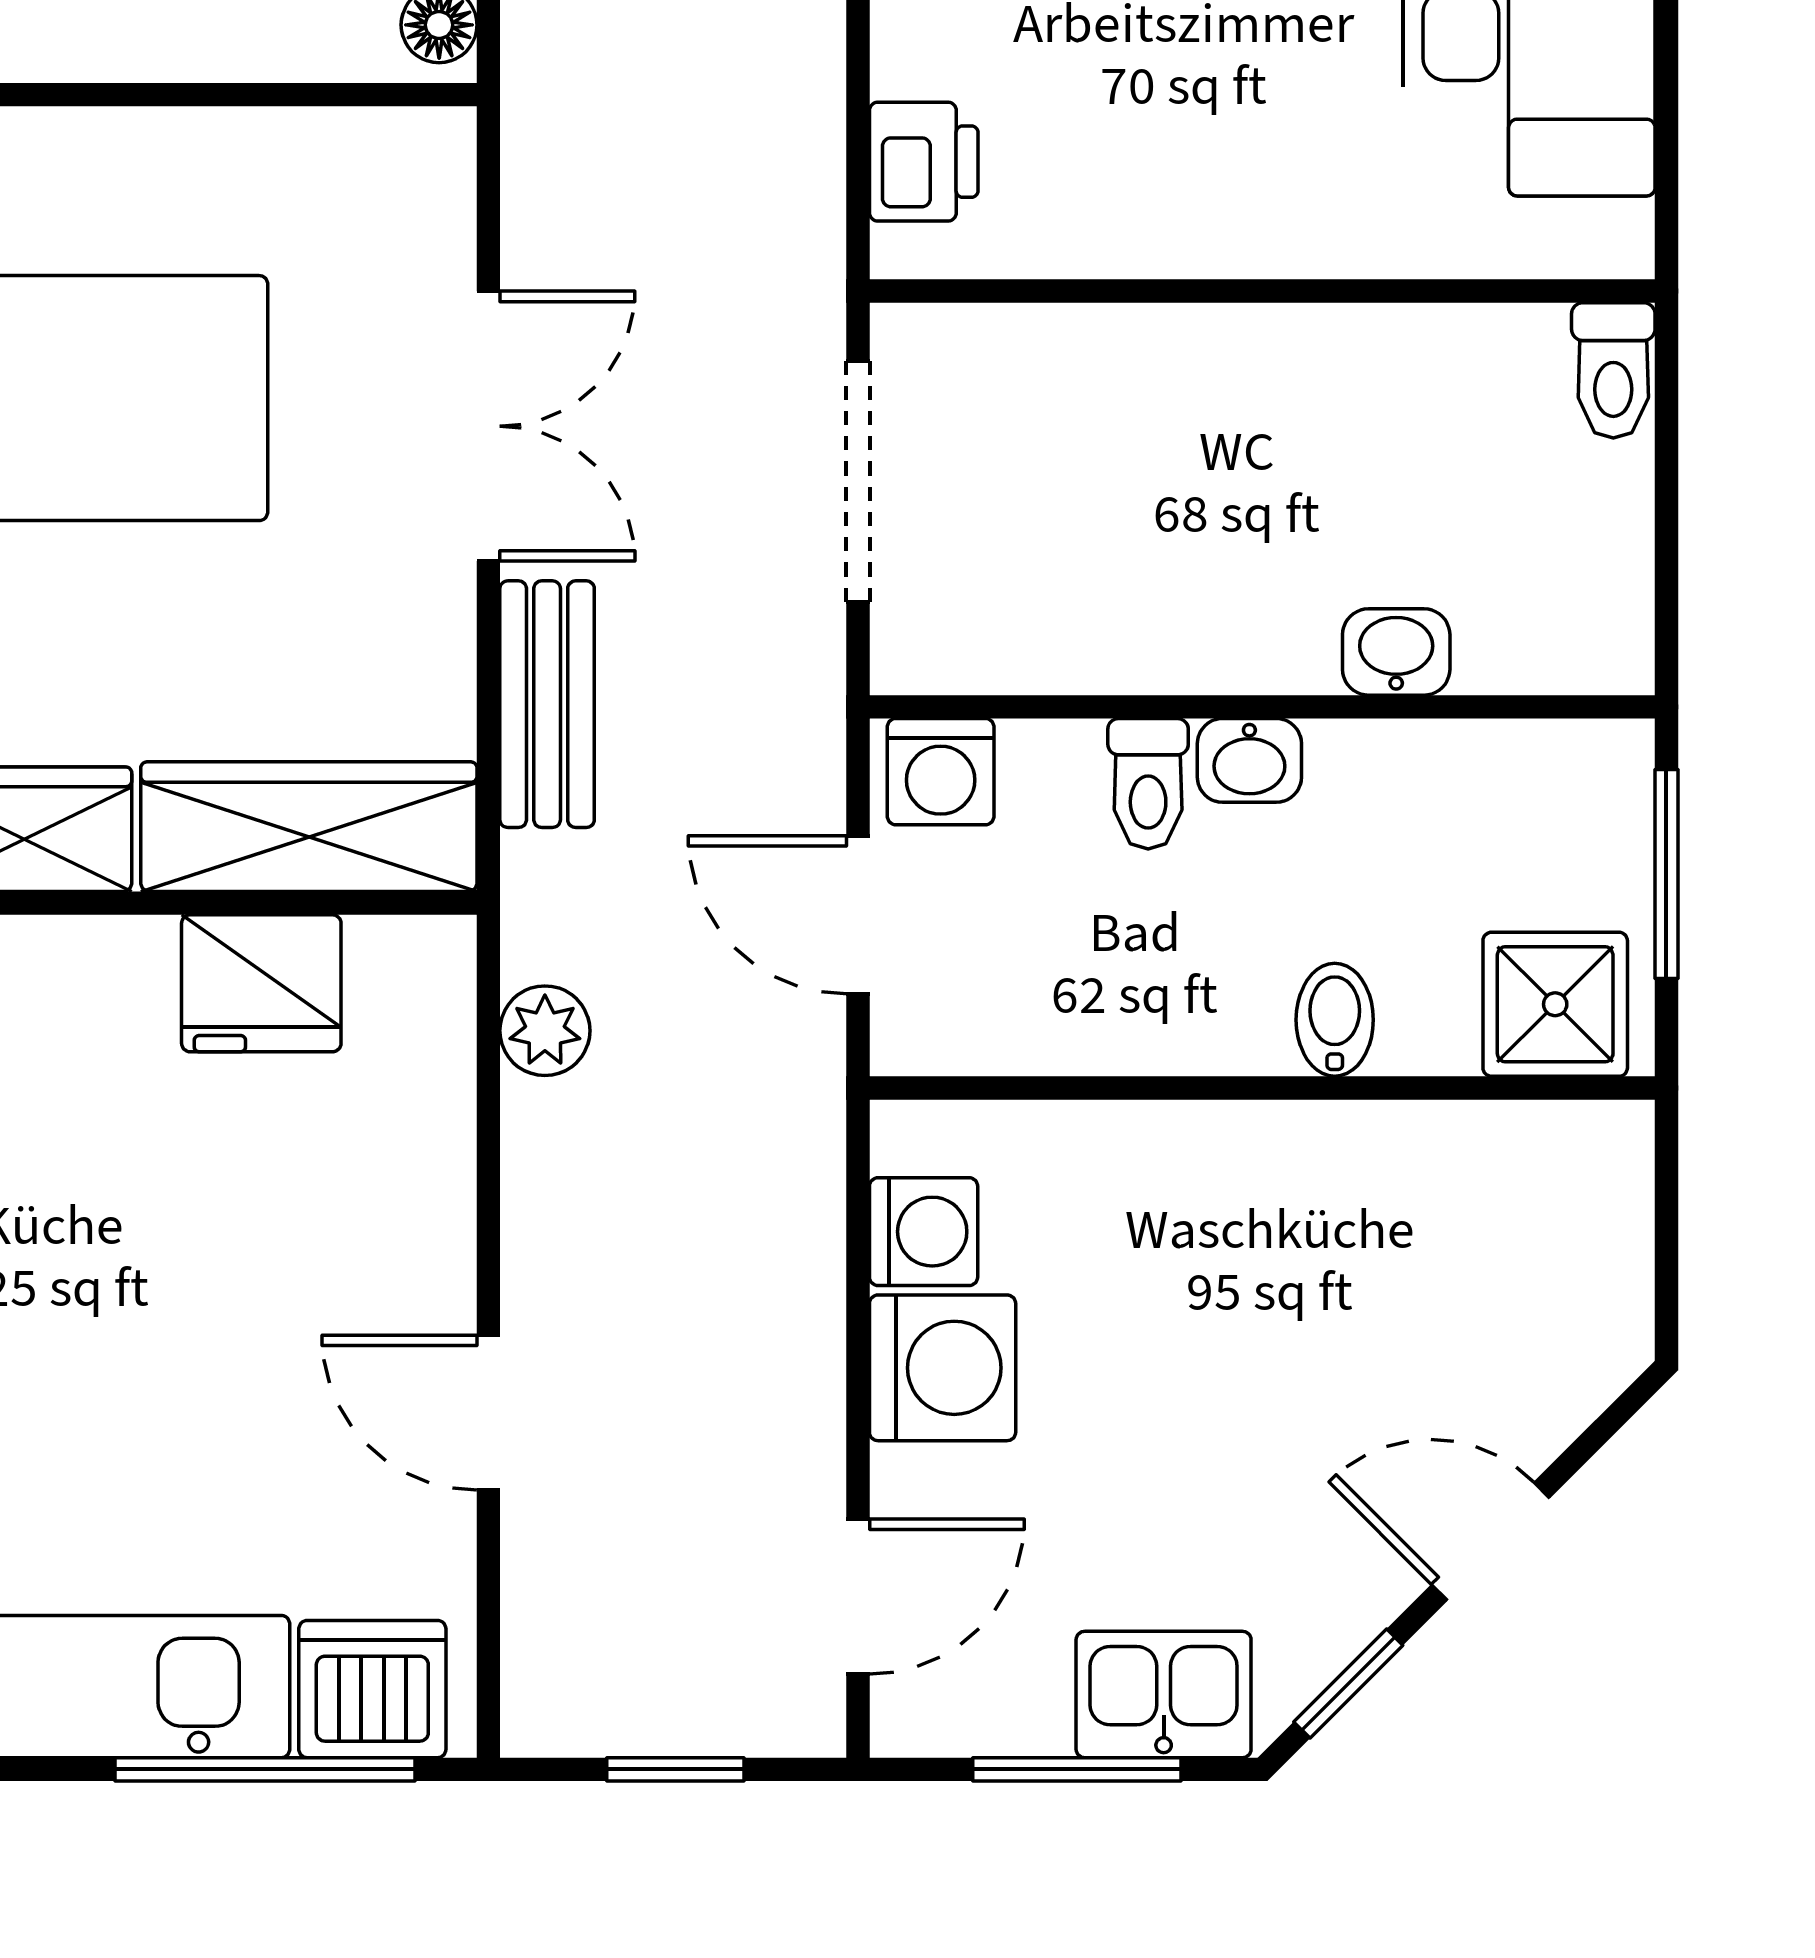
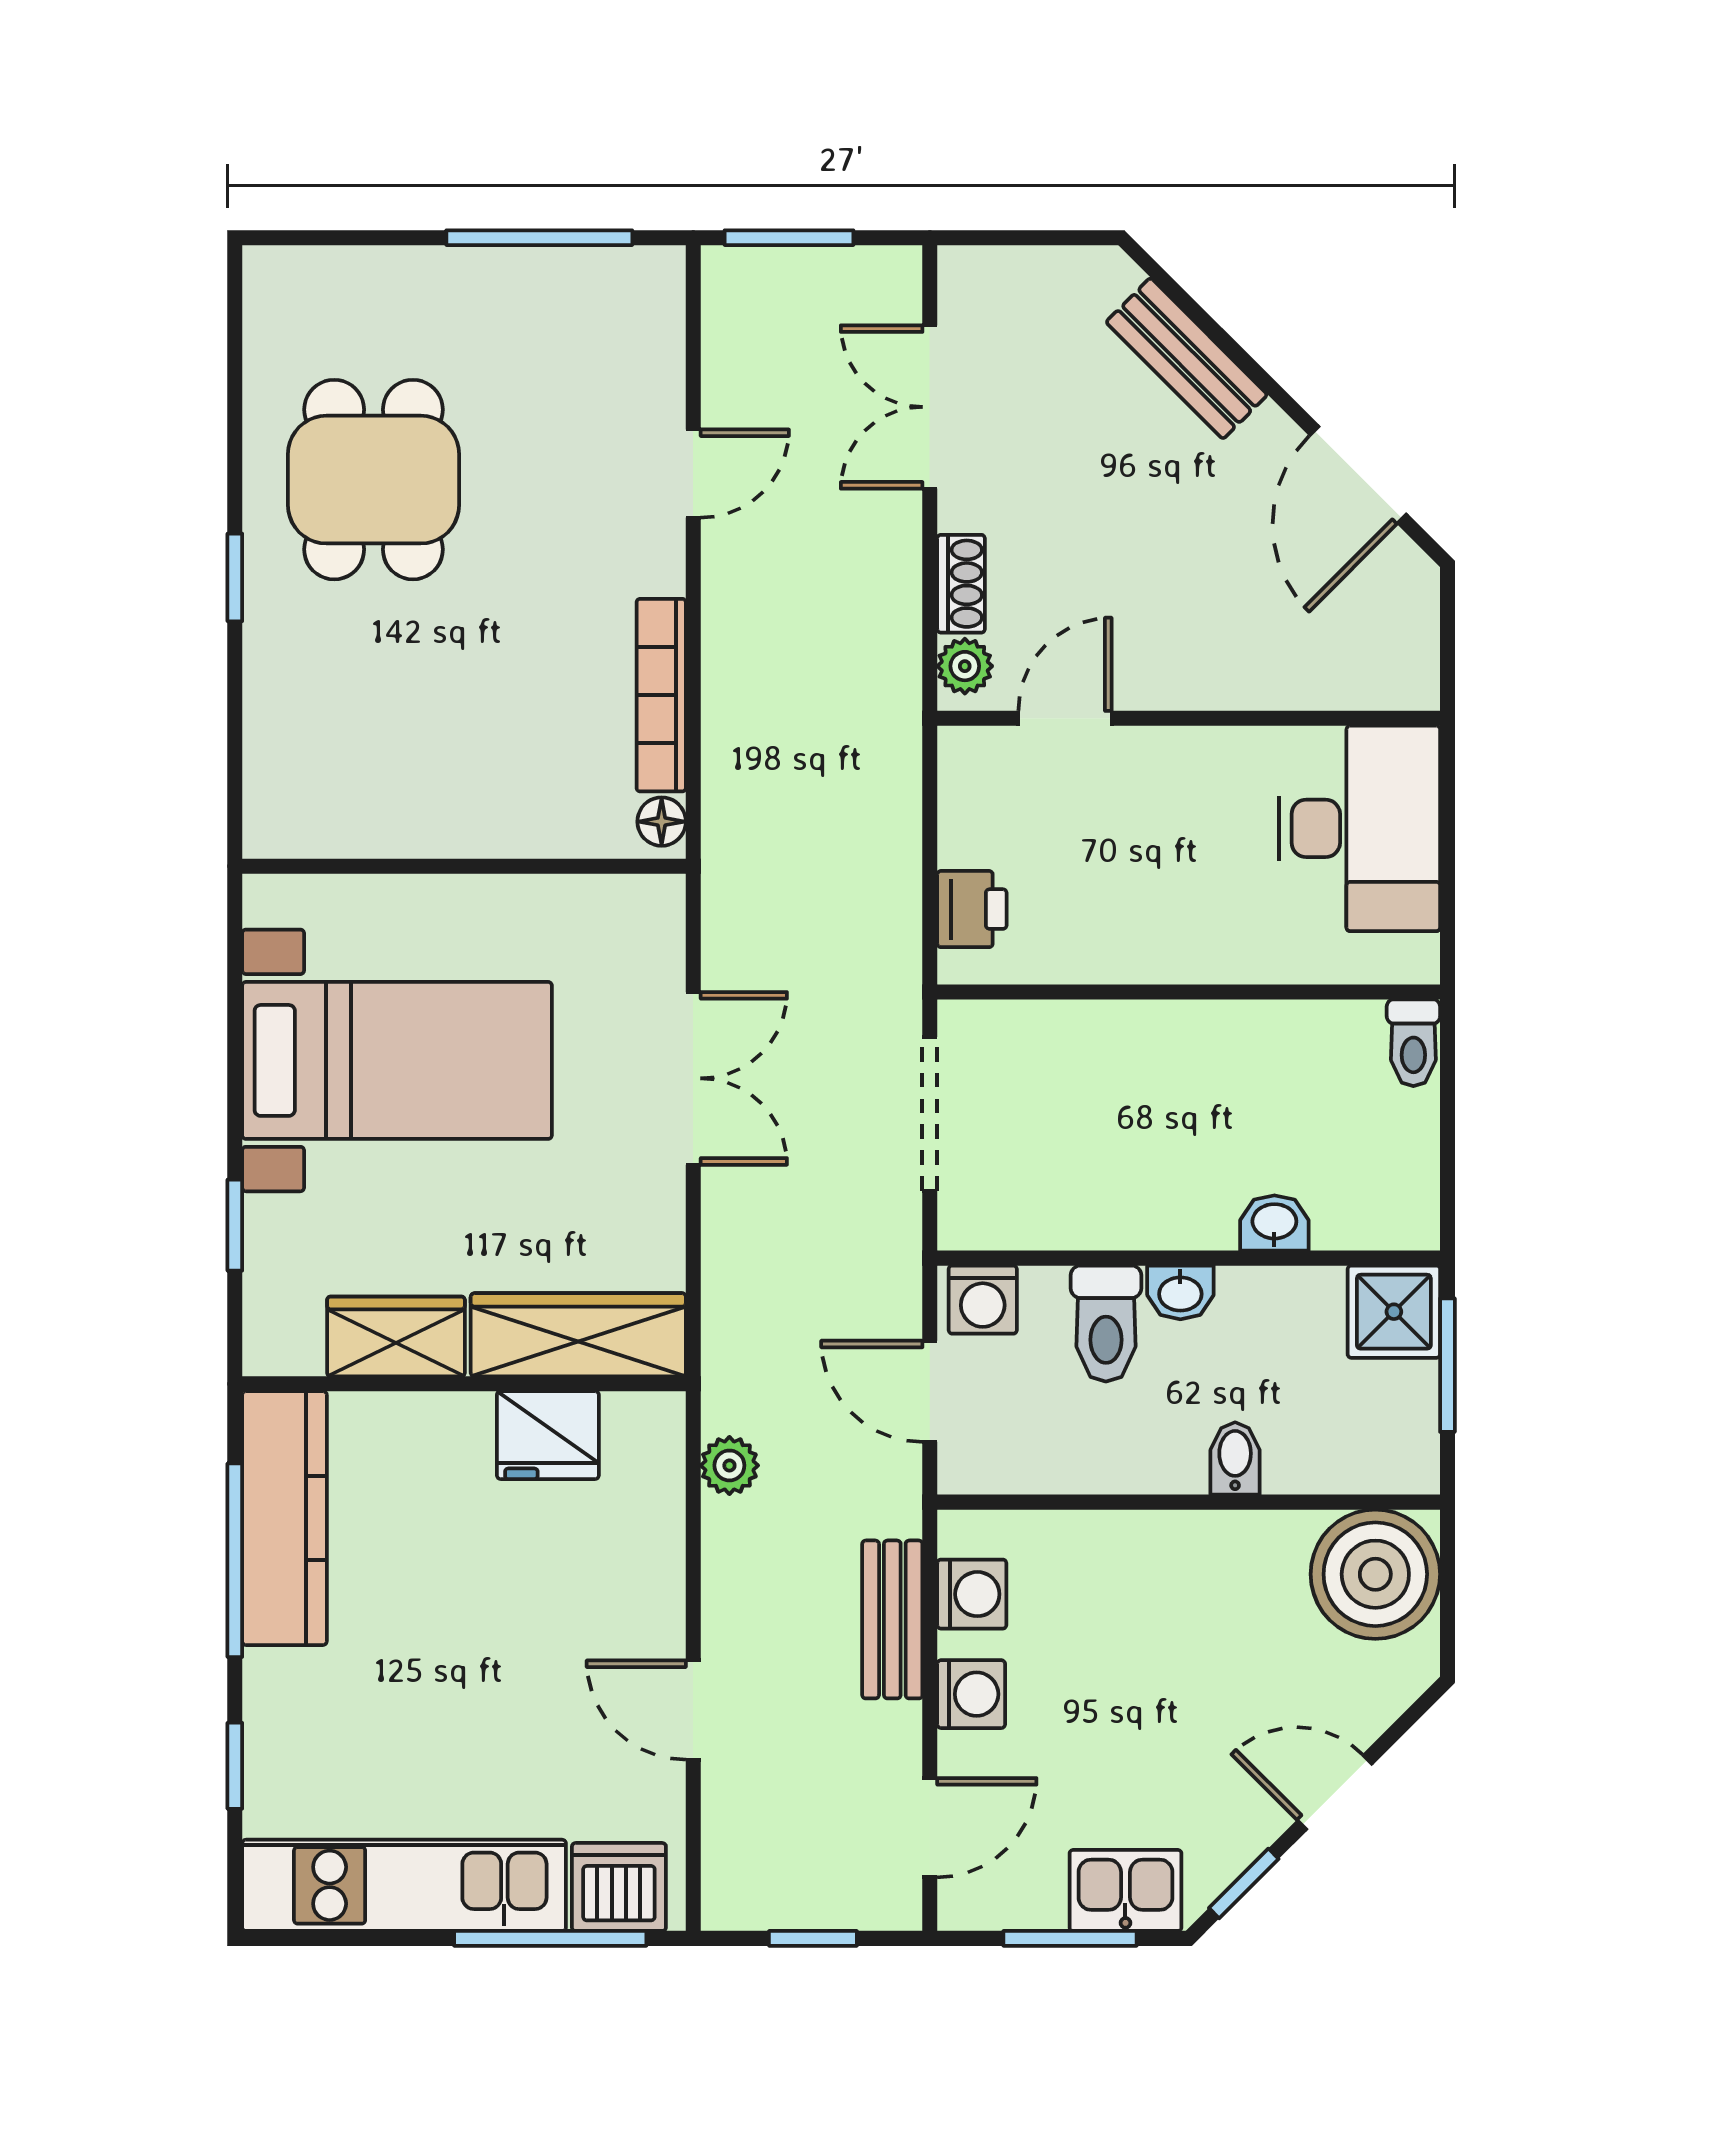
bench: (547, 704) -> (892, 1619), moved
toilet: (1148, 784) -> (1106, 1324), width x1.37, depth x1.39
shower: (1555, 1004) -> (1394, 1312), moved
boiler: (1554, 1201) -> (1375, 1574), added
washing machine: (943, 1368) -> (971, 1694), width x0.73, depth x0.73

